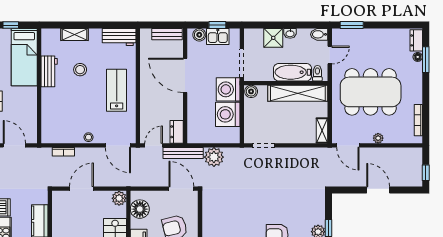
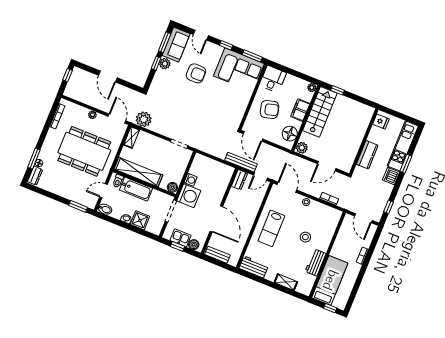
stool: (80, 70) -> (305, 237), moved
washing machine: (228, 114) -> (191, 180), width x0.53, depth x0.53
plant: (214, 157) -> (144, 119), moved

